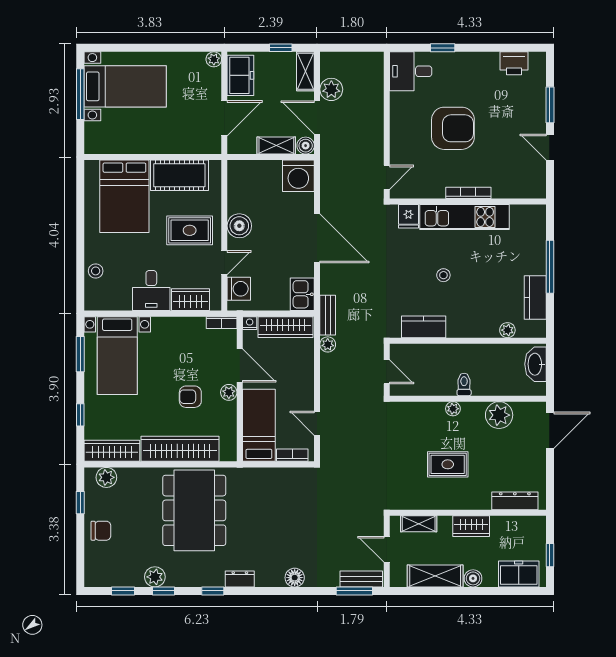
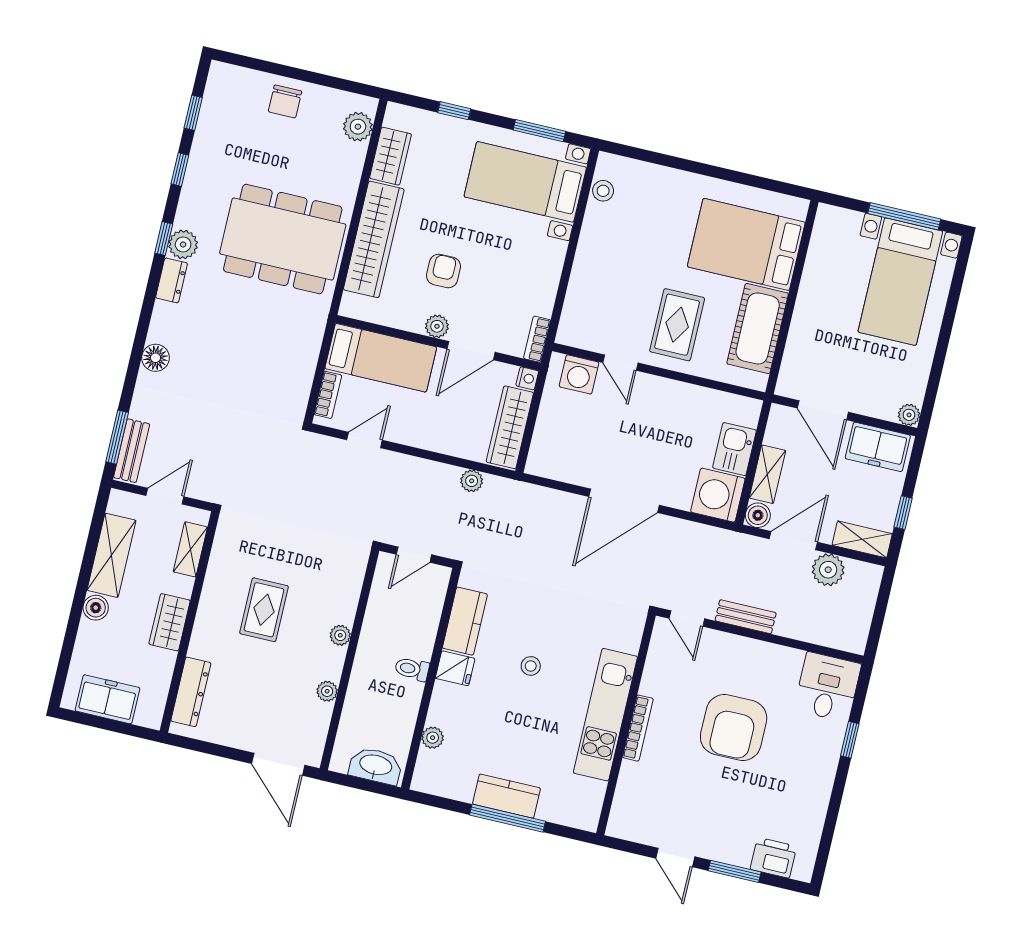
printer: (514, 63) -> (773, 858), moved, turned 90
door: (550, 147) -> (675, 857), swing flipped
fridge: (408, 216) -> (455, 668), moved, turned 180
boiler: (239, 226) -> (667, 396), removed
stool: (96, 271) -> (603, 191), moved
desk: (151, 291) -> (605, 251), removed
kitchen sink: (302, 294) -> (734, 449), moved, turned -90
kitchen counter: (535, 297) -> (506, 796), moved
wardrobe: (190, 300) -> (580, 303), removed
bench: (328, 315) -> (746, 617), moved
toilet: (464, 384) -> (412, 669), moved, turned 180
plant: (499, 415) -> (327, 691), width x0.53, depth x0.53
wardrobe: (112, 451) -> (390, 156), width x0.67
window: (80, 503) -> (331, 82), removed
window: (550, 555) -> (103, 723), removed
freezer: (519, 574) -> (108, 699), moved, turned -90
plant: (155, 577) -> (183, 244), moved

